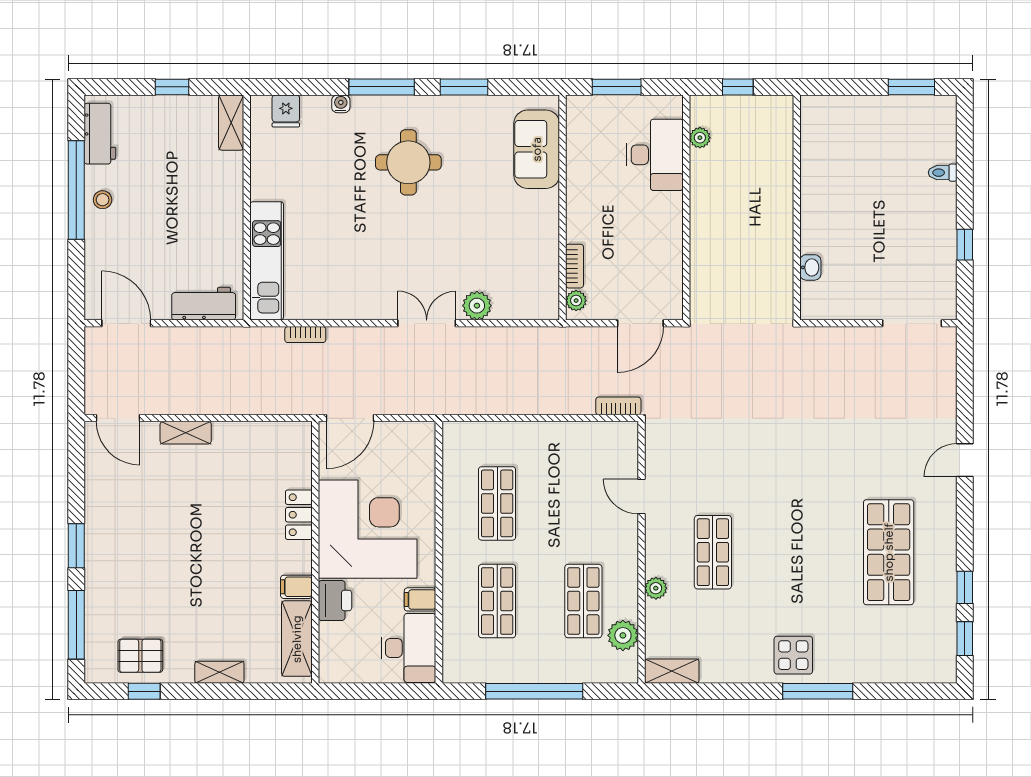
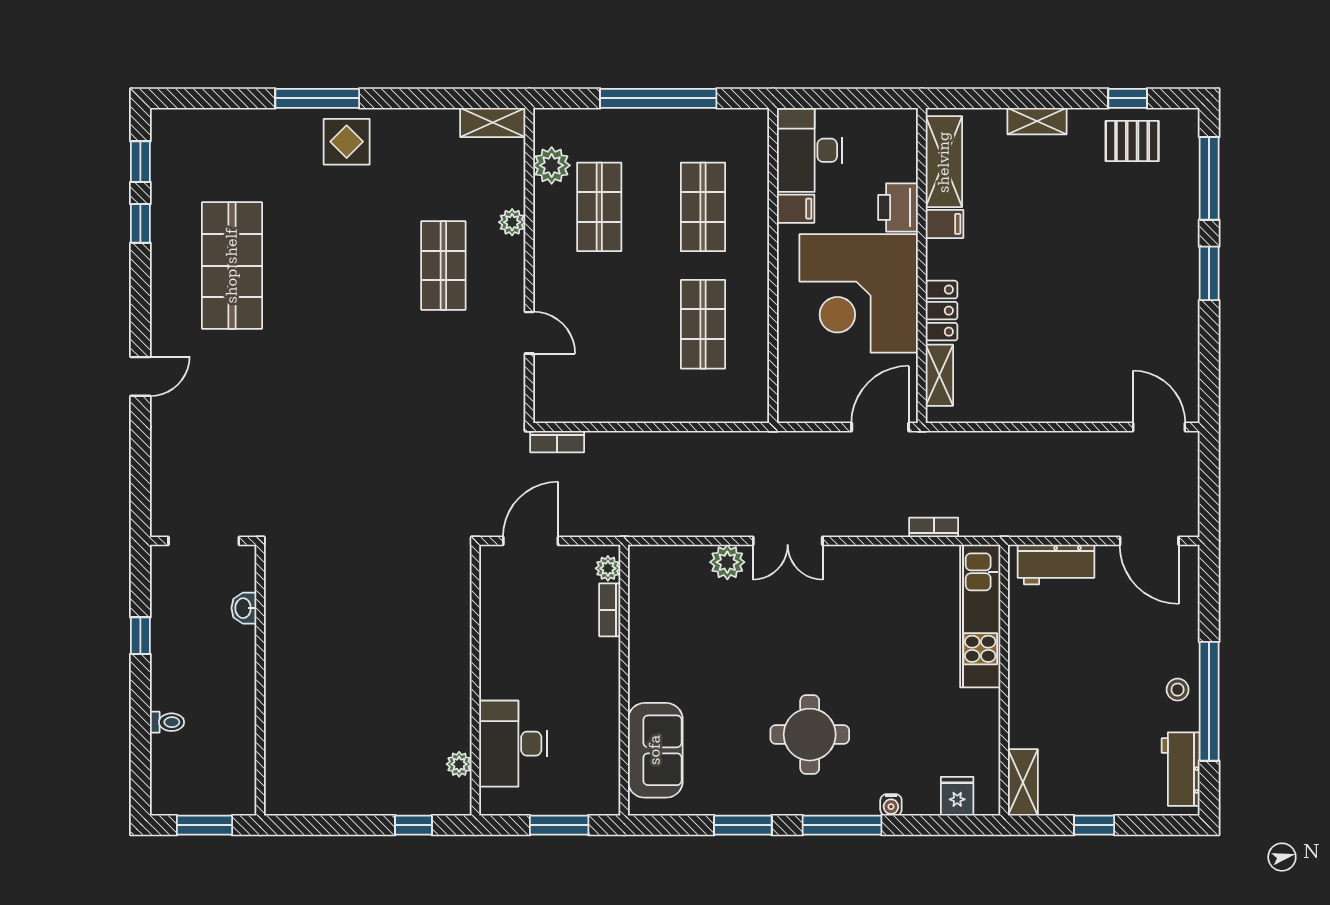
wall: (797, 207) -> (260, 680), moved
washbasin: (810, 267) -> (244, 608), moved
shelving: (186, 433) -> (939, 375), moved, turned 90

